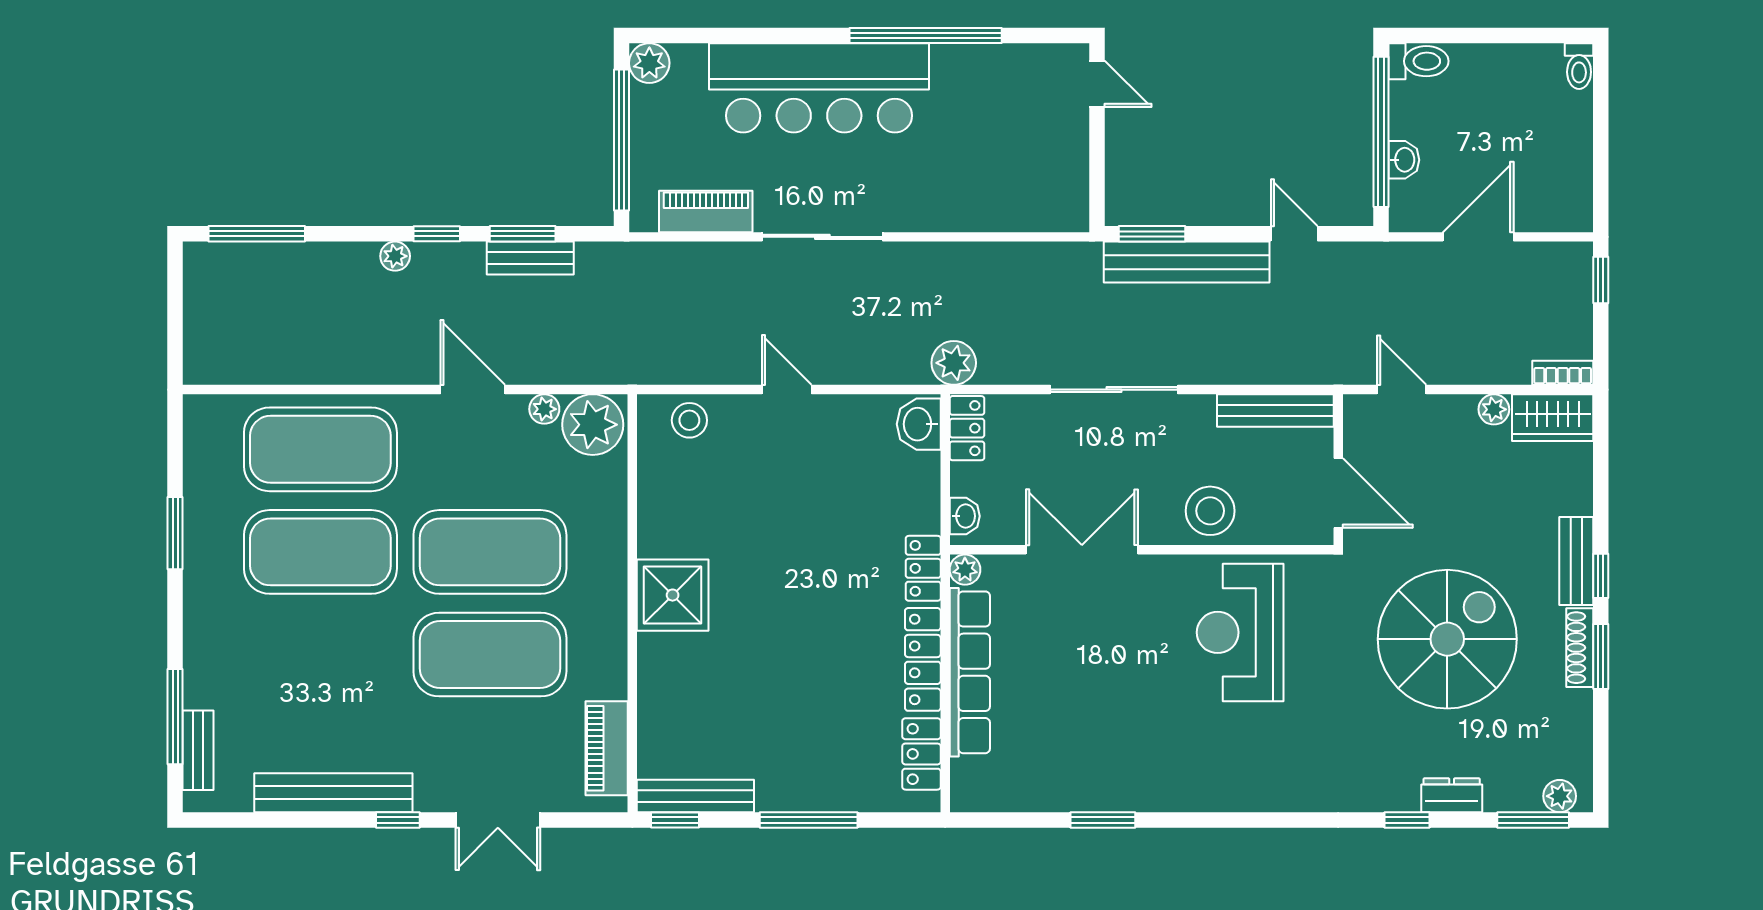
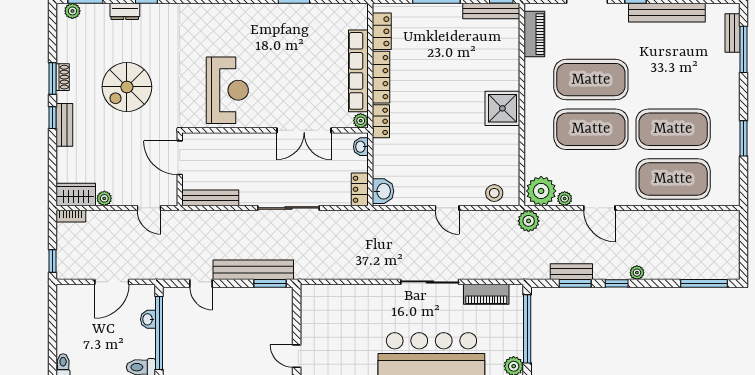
plant: (954, 363) -> (529, 221), moved
stool: (1210, 511) -> (242, 149), removed
spiral stairs: (1447, 639) -> (127, 87), width x0.73, depth x0.73
shoe rack: (1580, 648) -> (63, 77), width x0.70

